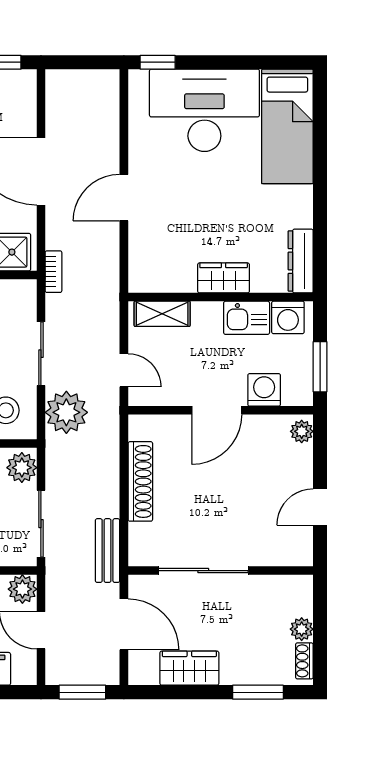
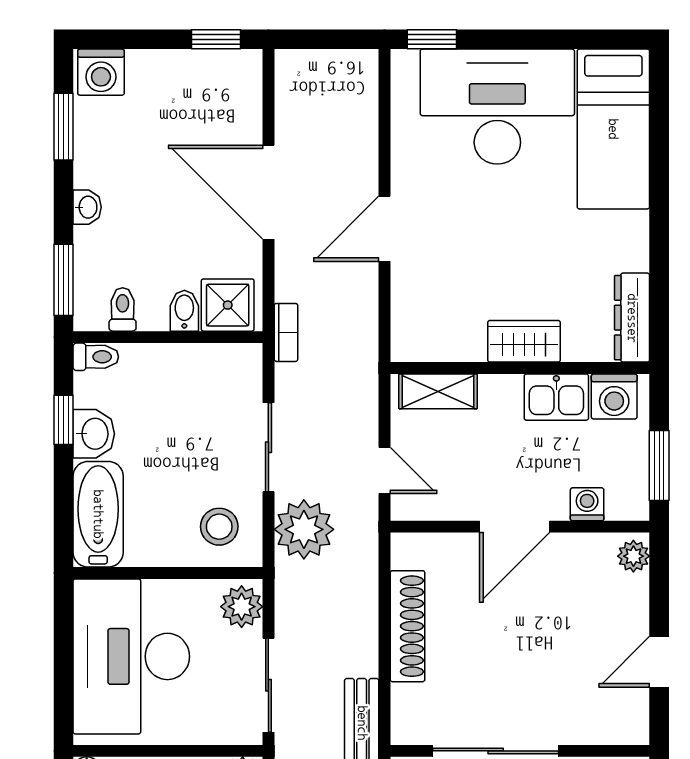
washing machine: (264, 390) -> (587, 504), width x0.73, depth x0.73

